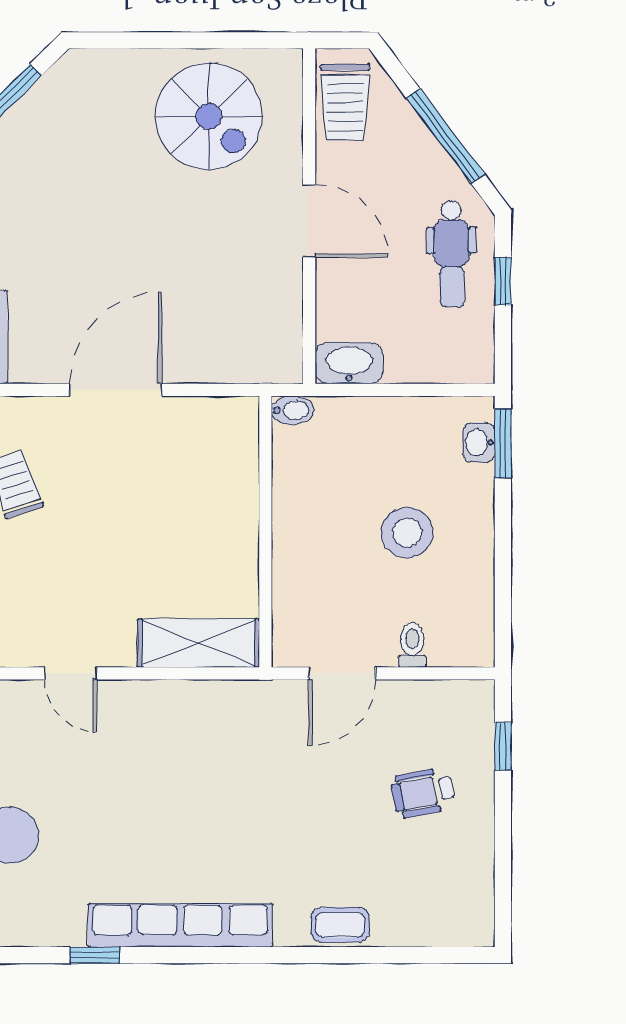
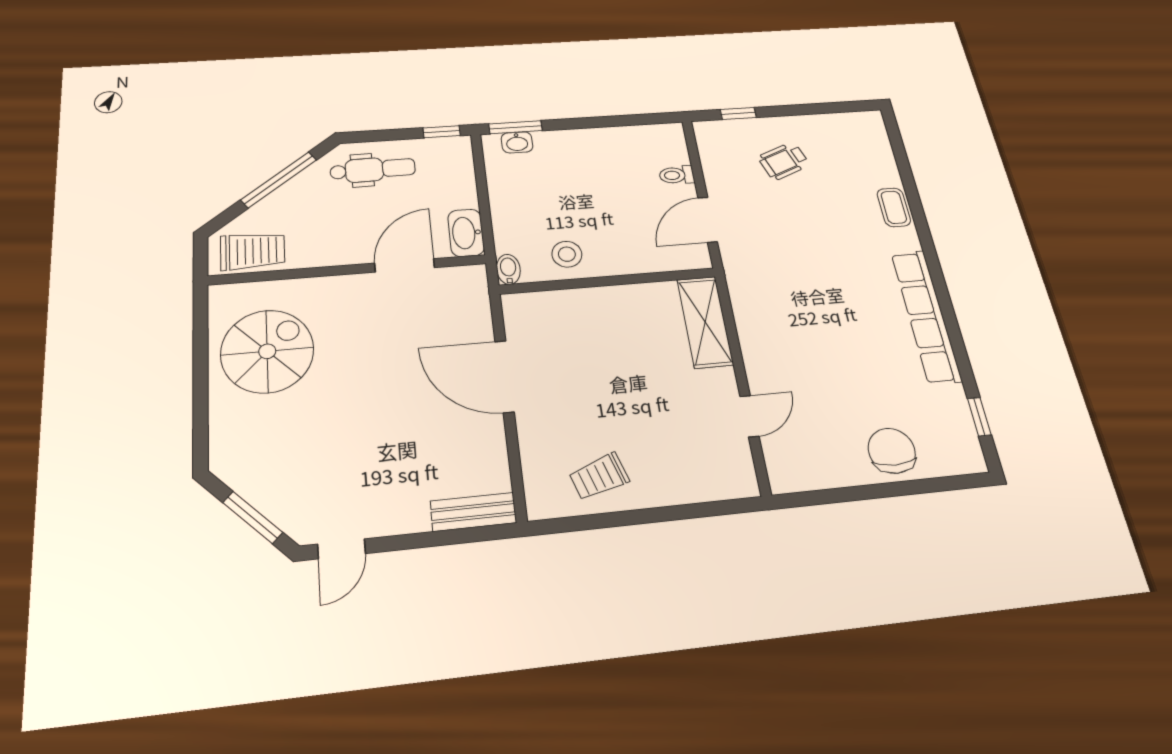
door: (309, 221) -> (405, 265), moved
window: (503, 281) -> (442, 132), moved
door: (116, 390) -> (505, 376), moved
stool: (407, 533) -> (567, 254), moved, width x0.73, depth x0.73
door: (342, 673) -> (708, 220), swing flipped
wheelchair: (423, 793) -> (784, 161), turned 80
window: (95, 955) -> (979, 417), moved

